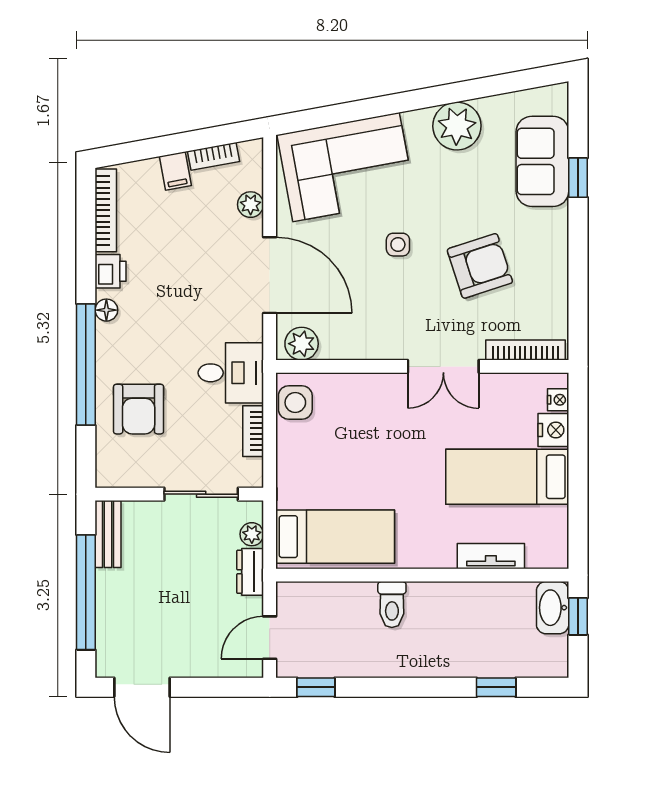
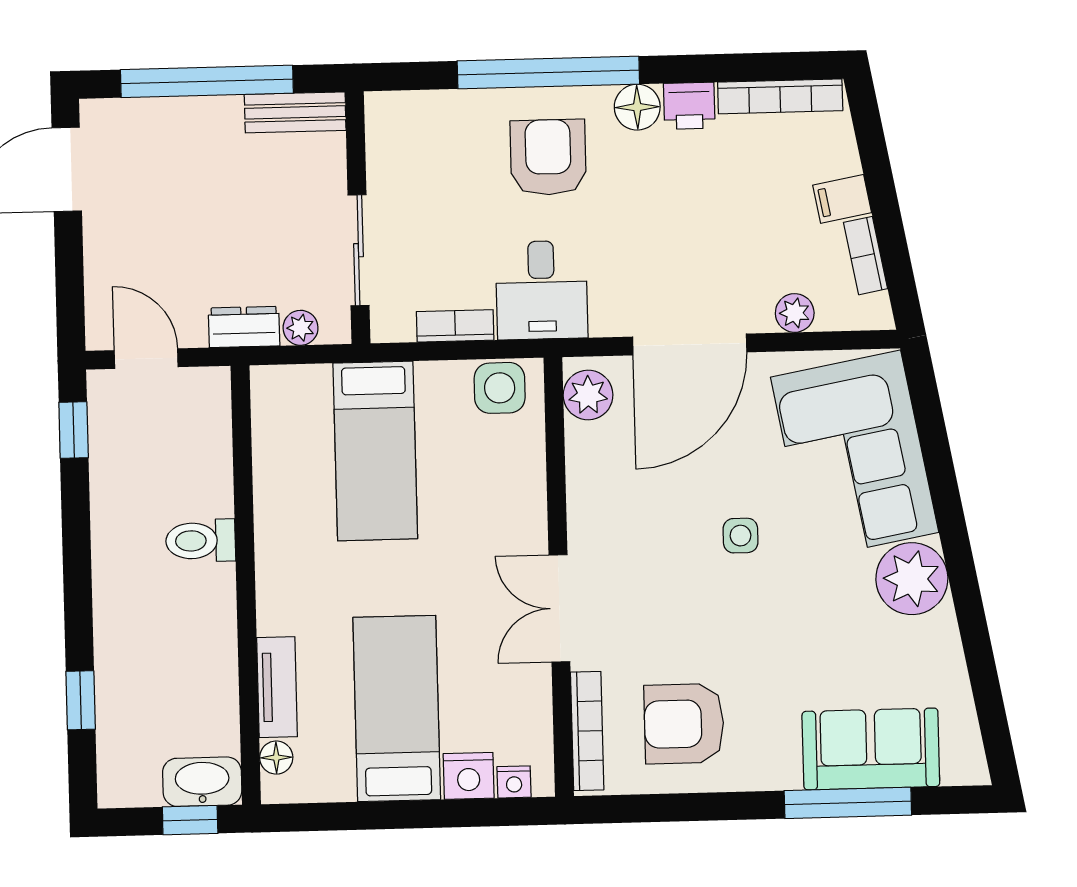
plant: (457, 126) -> (912, 579), moved
window: (578, 178) -> (848, 803), width x2.17
armchair: (480, 266) -> (684, 724), moved, turned 108
floor lamp: (106, 310) -> (637, 107), width x1.37, depth x1.37
armchair: (139, 409) -> (548, 157), moved, turned 90
bed: (335, 537) -> (375, 451), moved
floor lamp: (538, 558) -> (276, 758), added

